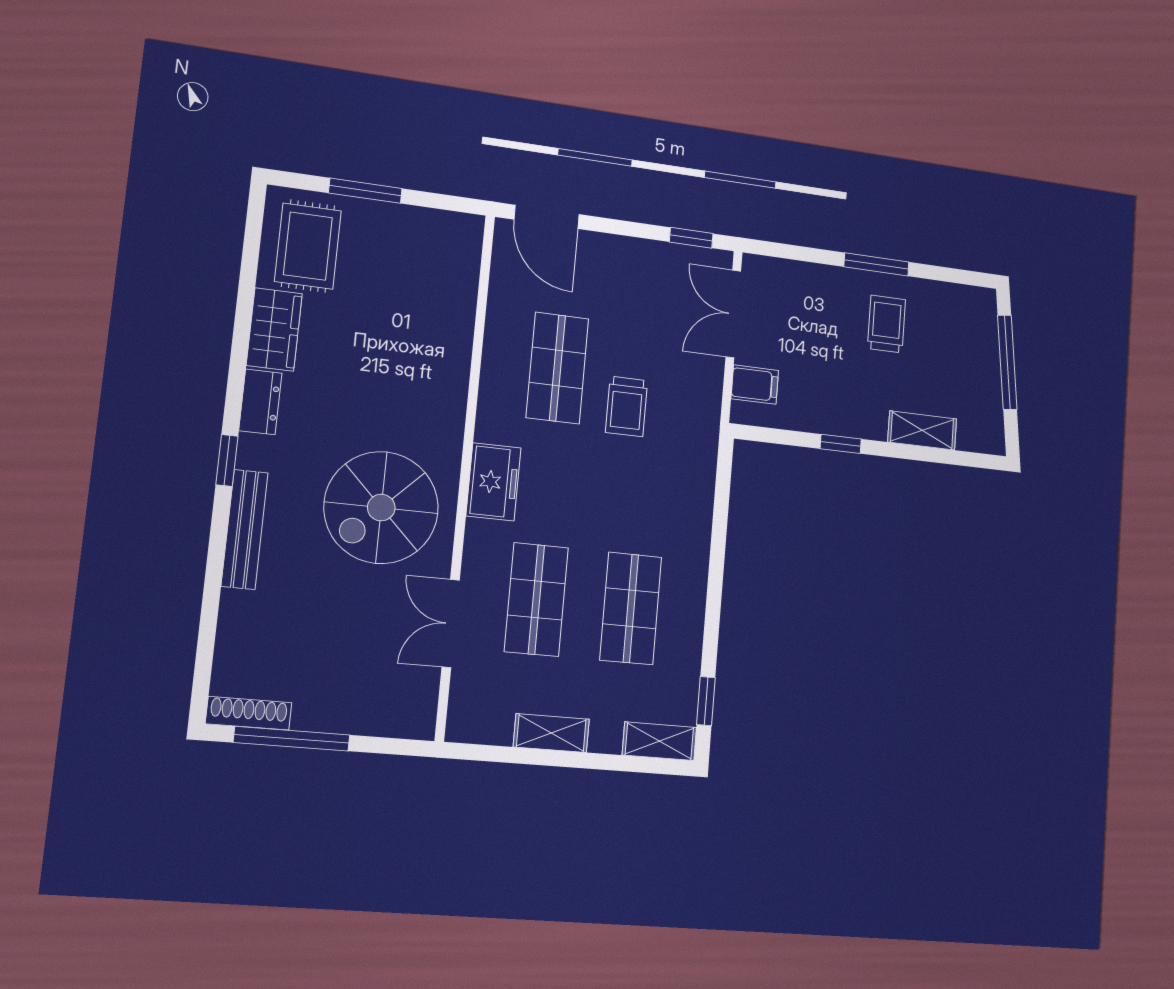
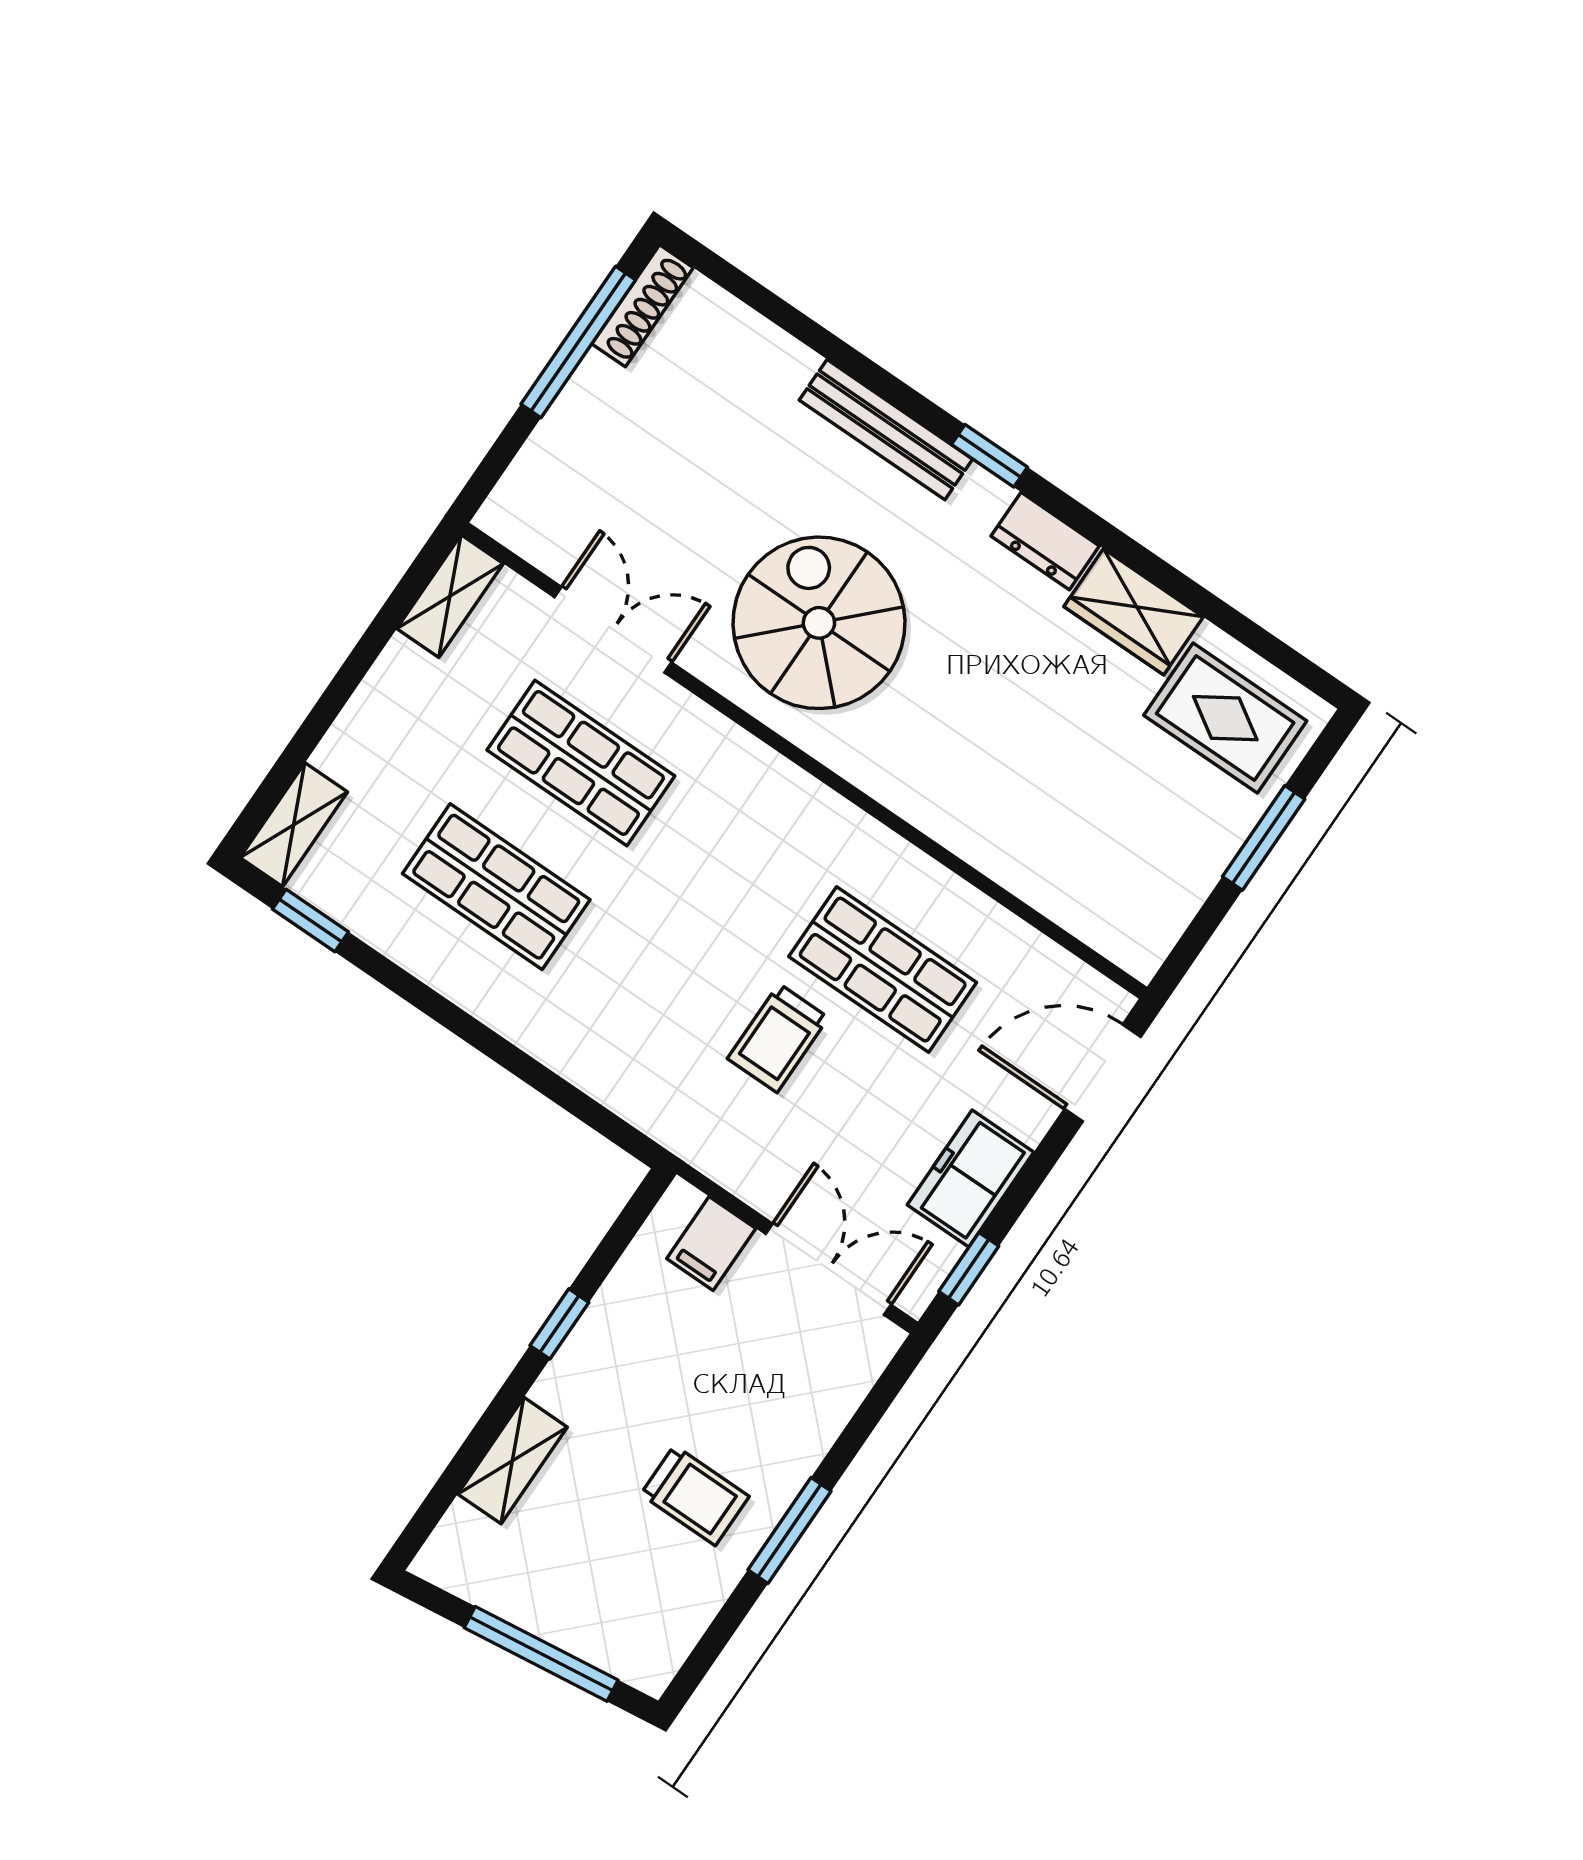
trolley: (626, 406) -> (778, 1038), turned -90
freezer: (493, 482) -> (970, 1179), moved, turned 90
shelving: (551, 733) -> (450, 596), moved

